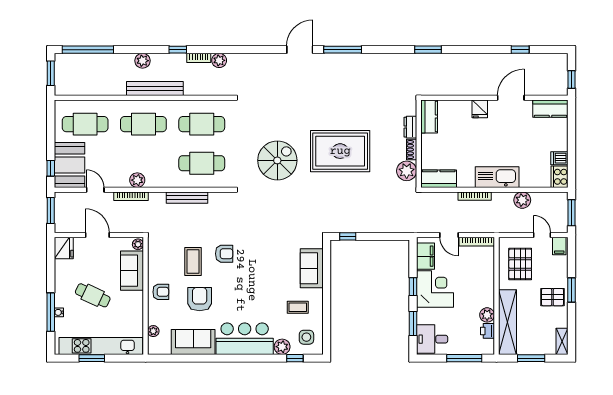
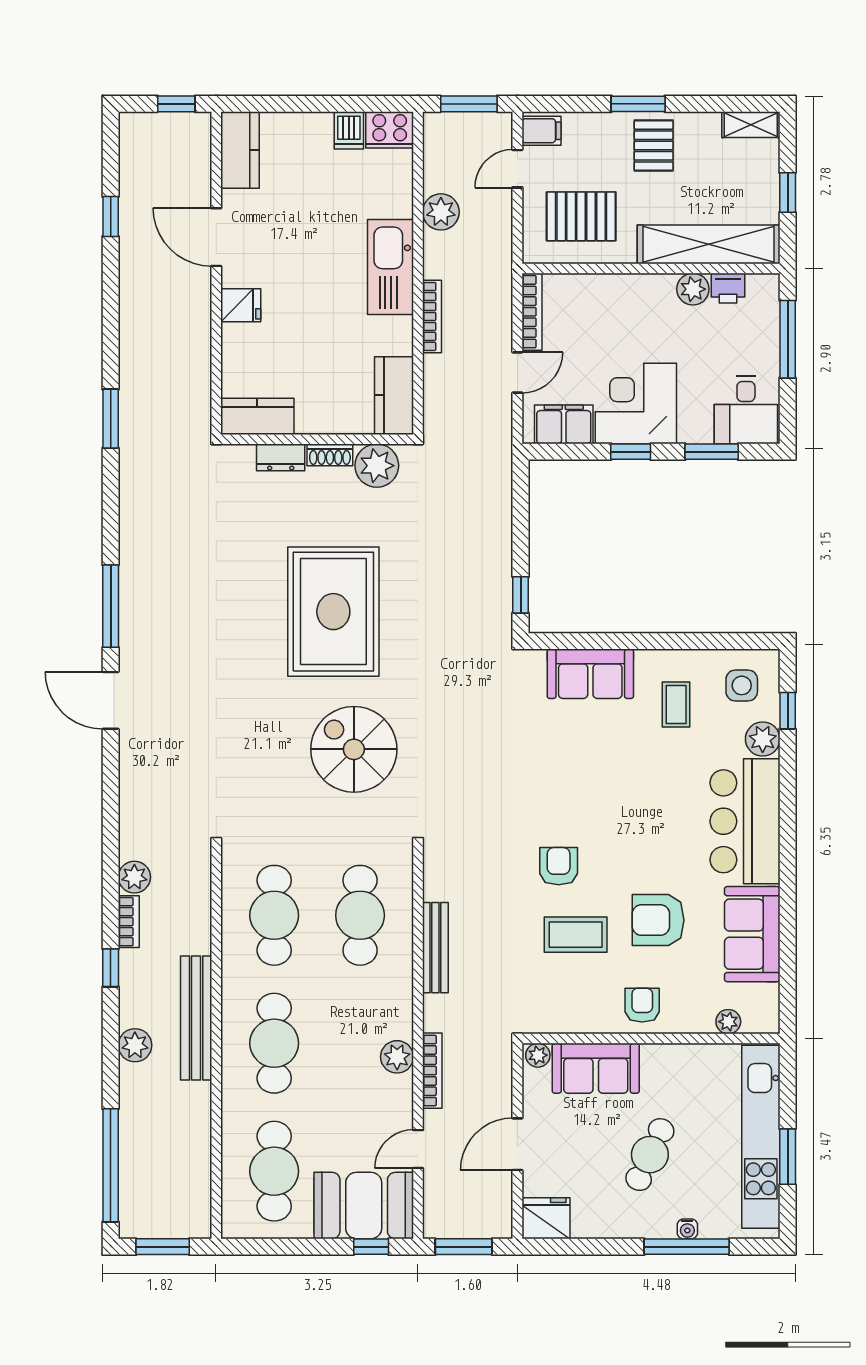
window: (531, 358) -> (788, 193), width x0.67

